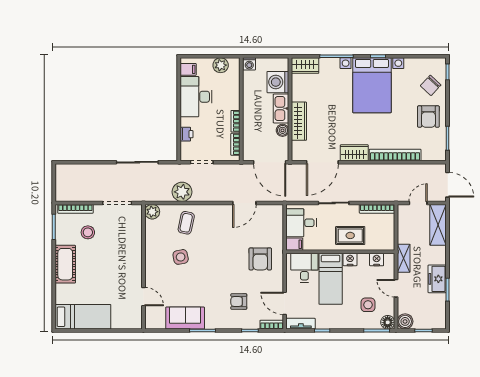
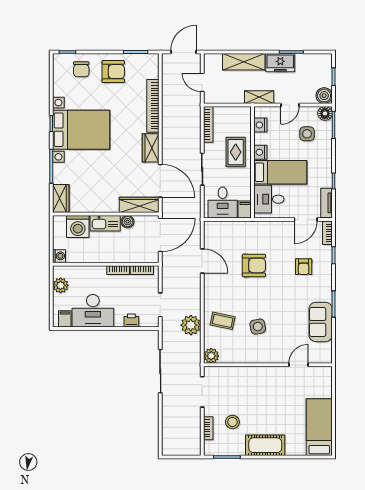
chair: (431, 85) -> (81, 69), turned 47
wardrobe: (299, 121) -> (139, 205), moved
bookcase: (75, 209) -> (208, 428), width x0.64
shelving: (438, 225) -> (244, 62), moved
armchair: (260, 259) -> (254, 265), moved

